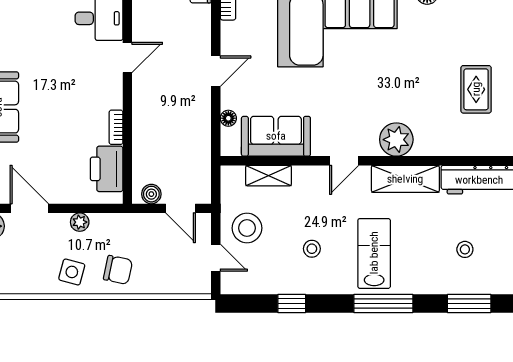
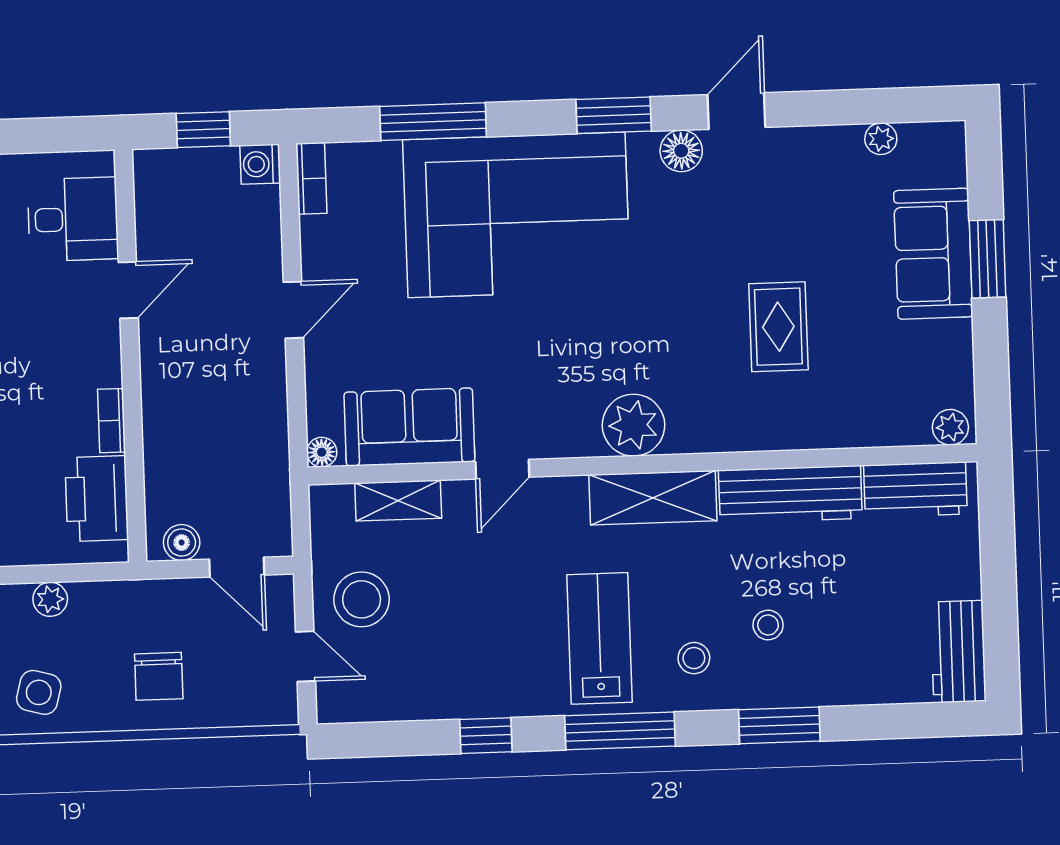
floor lamp: (228, 118) -> (322, 452), moved
door: (344, 161) -> (502, 469), moved
stool: (312, 249) -> (694, 658), moved
chair: (118, 270) -> (159, 676), moved, turned 78
window: (292, 304) -> (486, 736), moved

